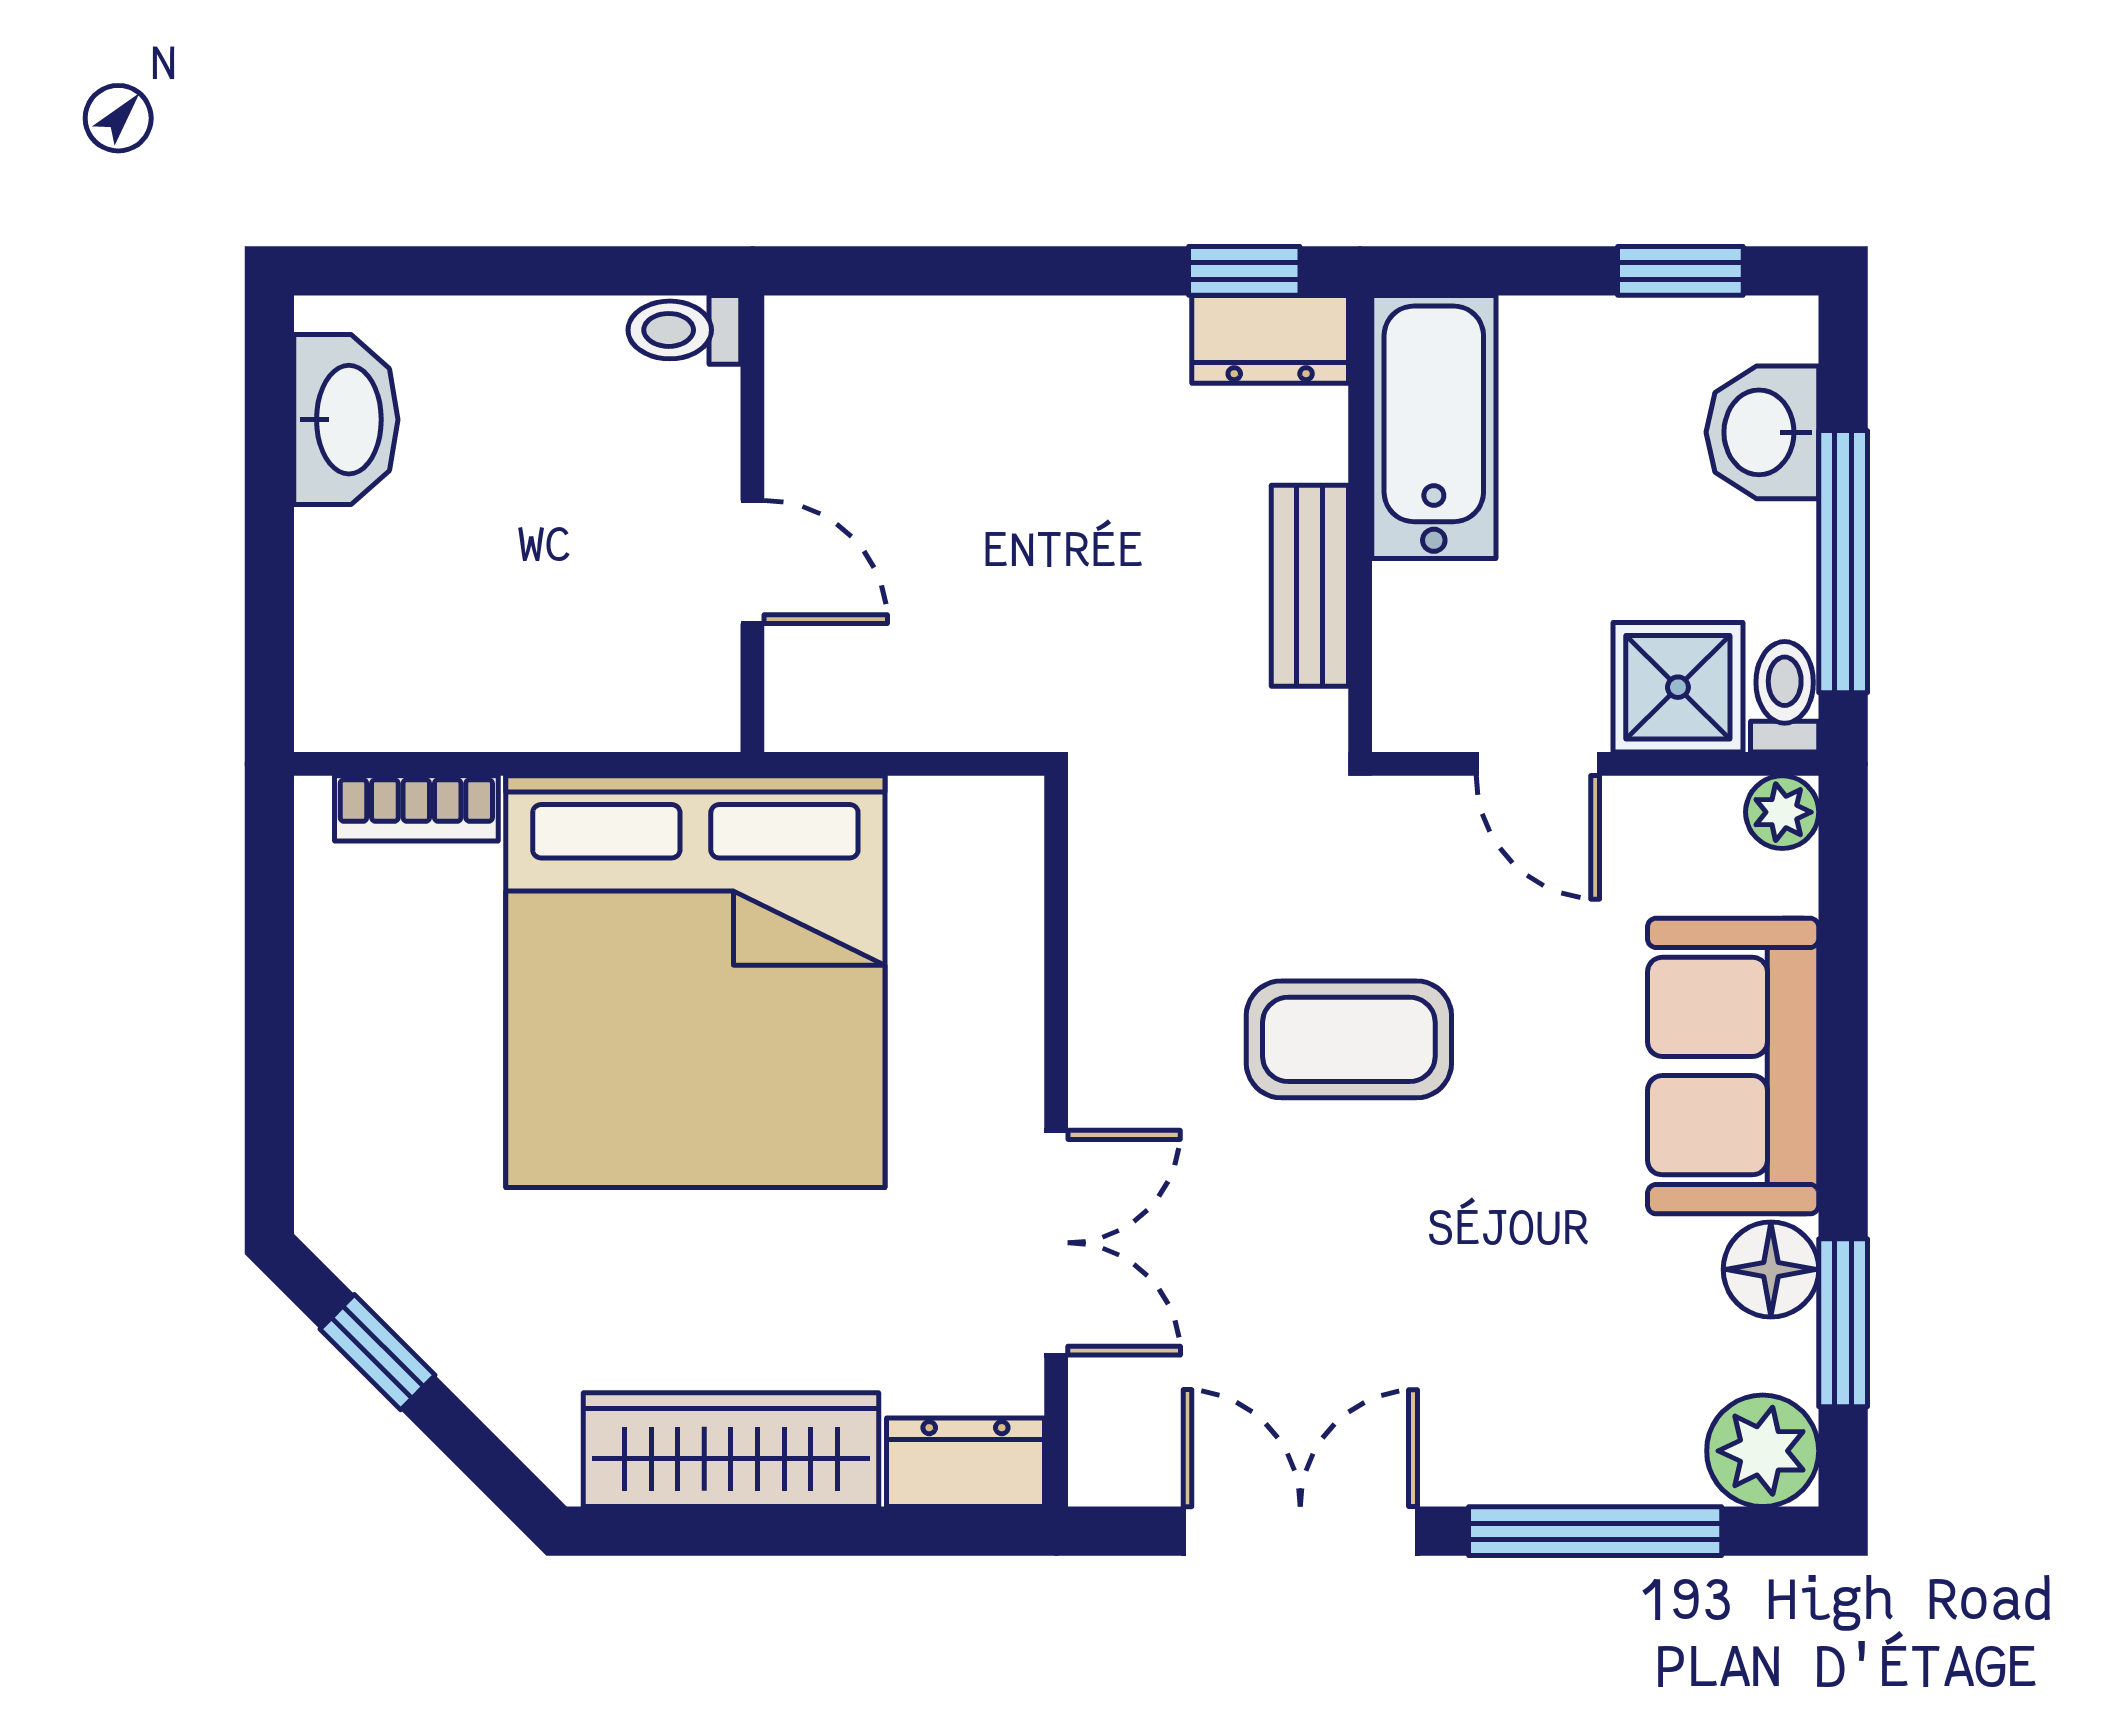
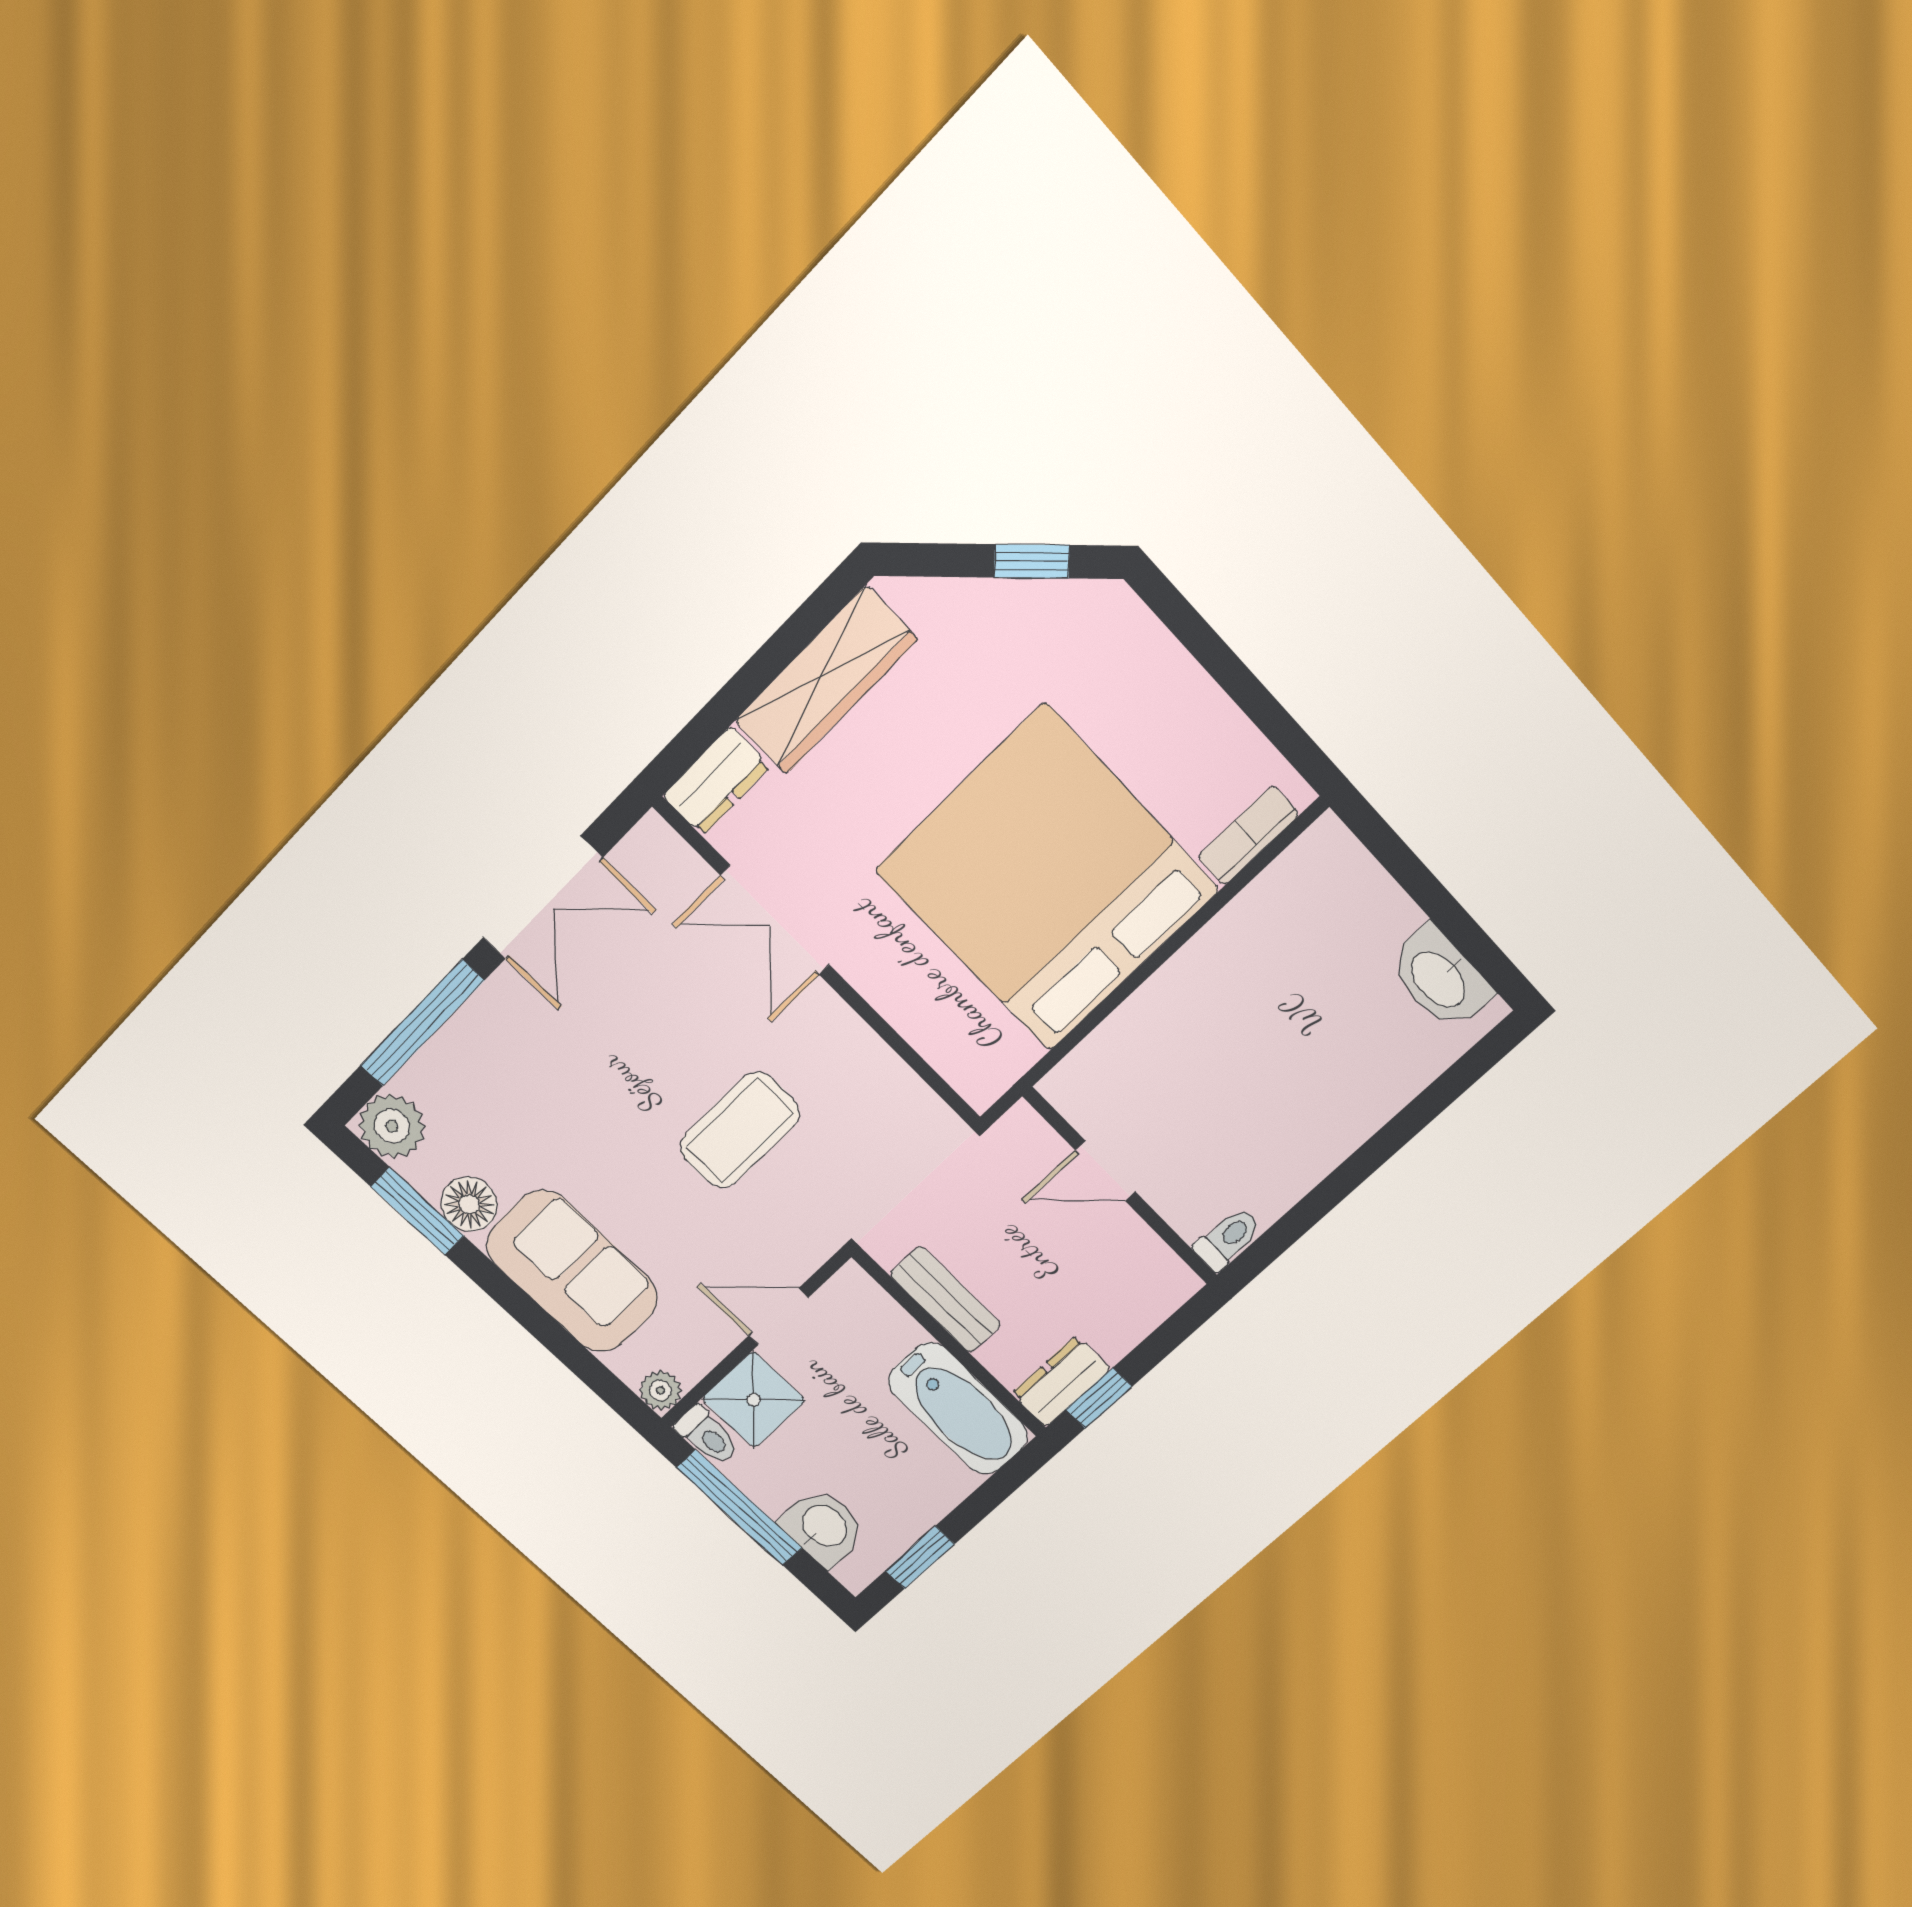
toilet: (684, 330) -> (1228, 1239), moved
wall: (752, 524) -> (1121, 1187), moved
door: (752, 562) -> (1105, 1171), moved

